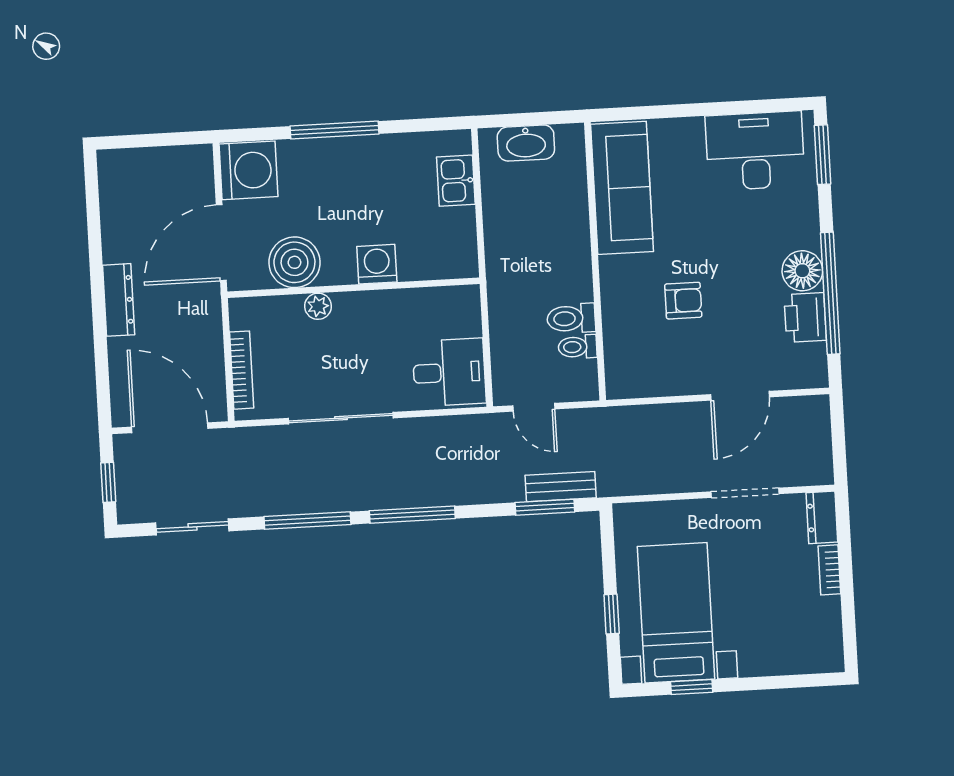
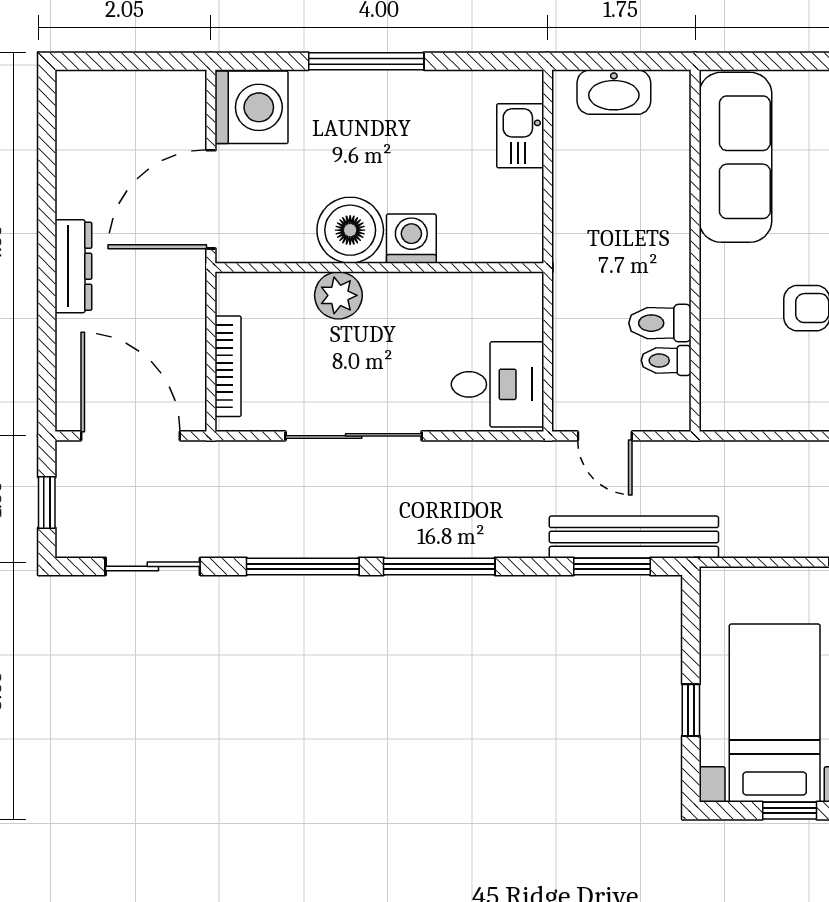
boiler: (294, 262) -> (350, 230), moved
plant: (318, 306) -> (338, 295), width x1.38, depth x1.38
bench: (561, 487) -> (634, 537), width x1.86, depth x1.21

